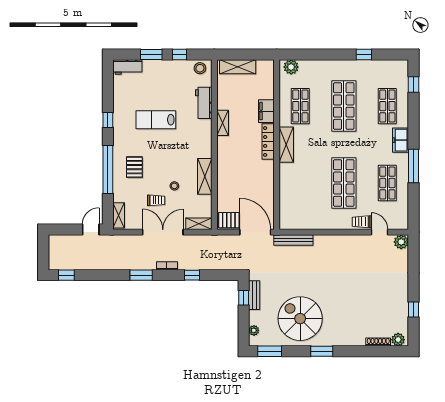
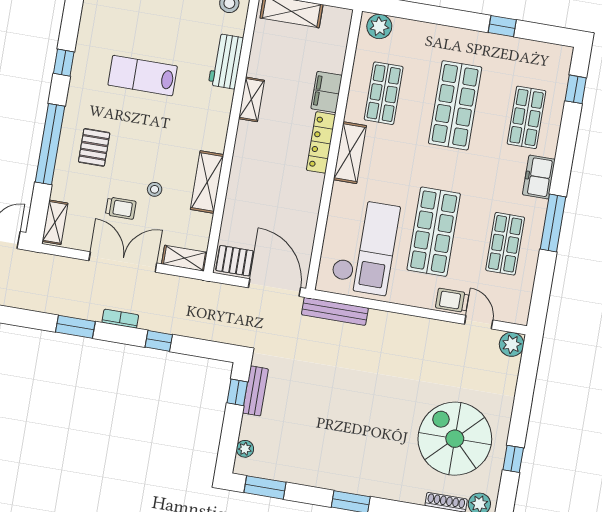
checkout: (305, 199) -> (365, 247), added
spiral stairs: (300, 319) -> (455, 439), moved

